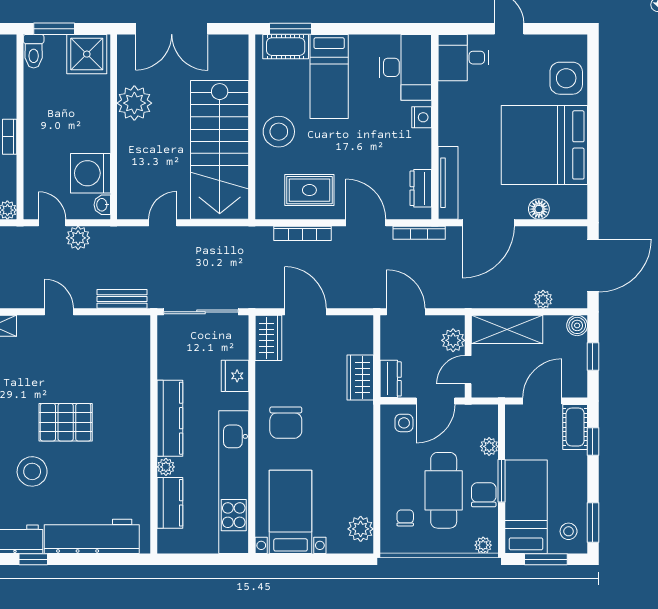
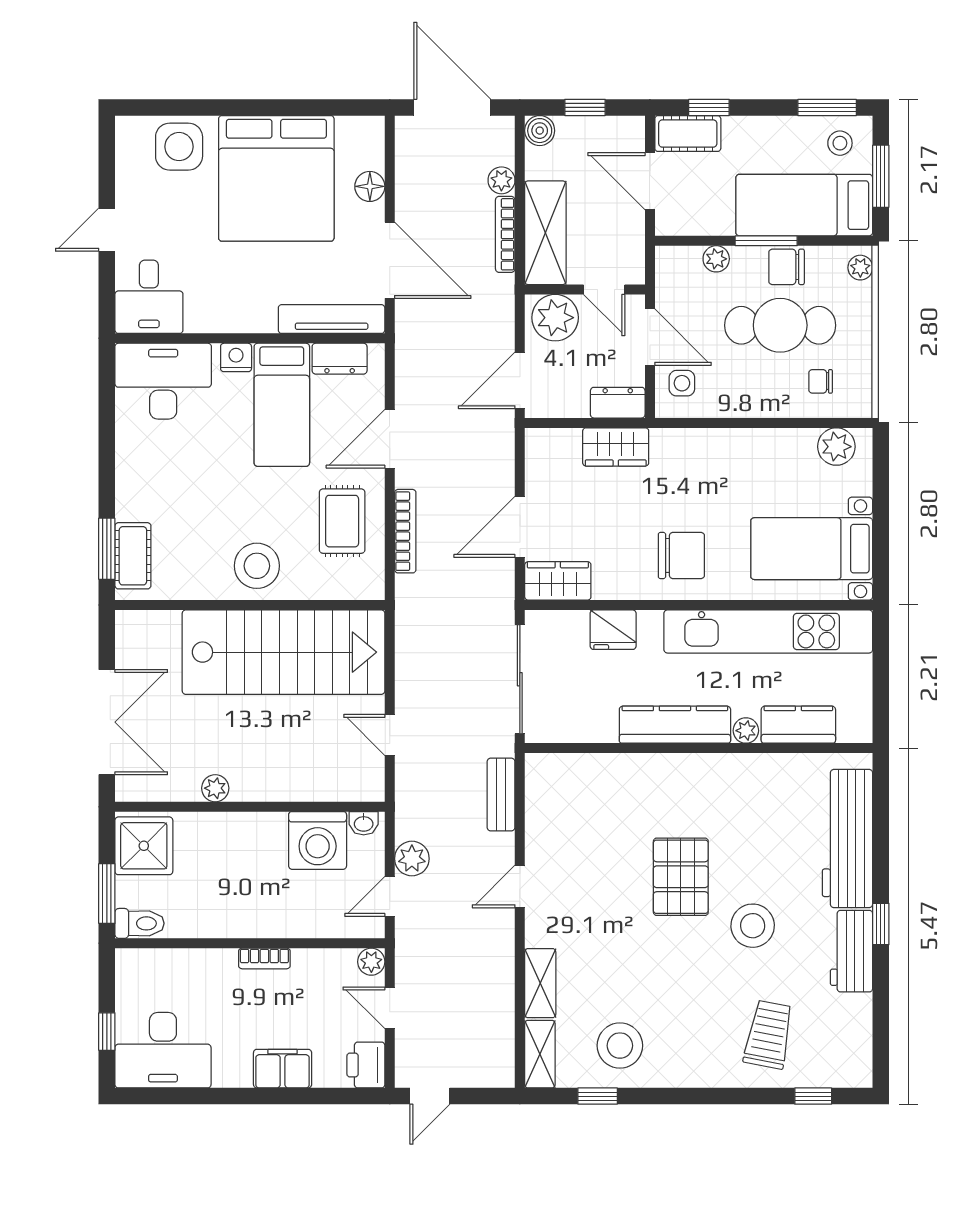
bed: (329, 76) -> (282, 405), moved, turned 90
plant: (134, 103) -> (215, 788), width x0.53, depth x0.53
bookcase: (419, 233) -> (505, 234), moved, turned 180
plant: (453, 340) -> (555, 318), width x1.36, depth x1.36

